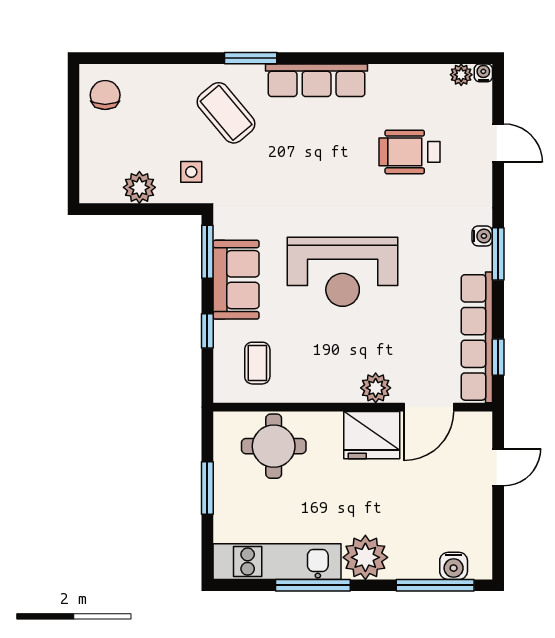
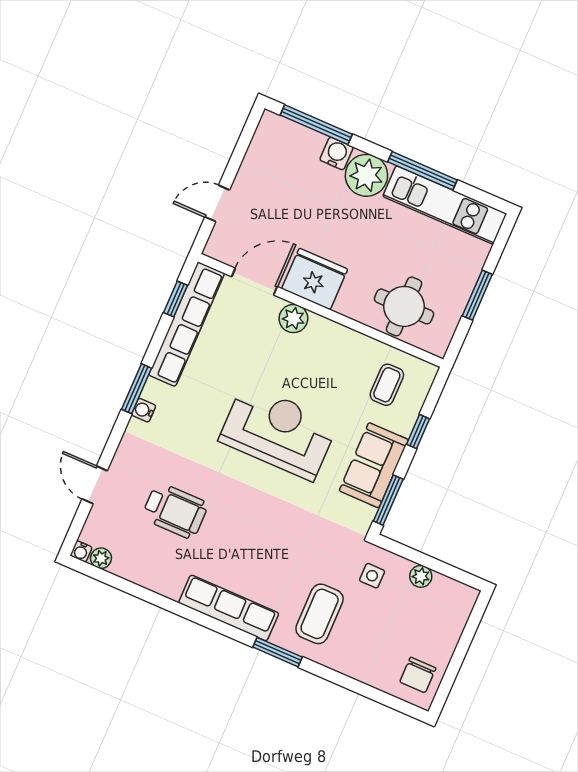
coffee table: (226, 113) -> (320, 614), turned 40
plant: (139, 187) -> (421, 576), width x0.73, depth x0.73
water cooler: (454, 566) -> (337, 153), moved

